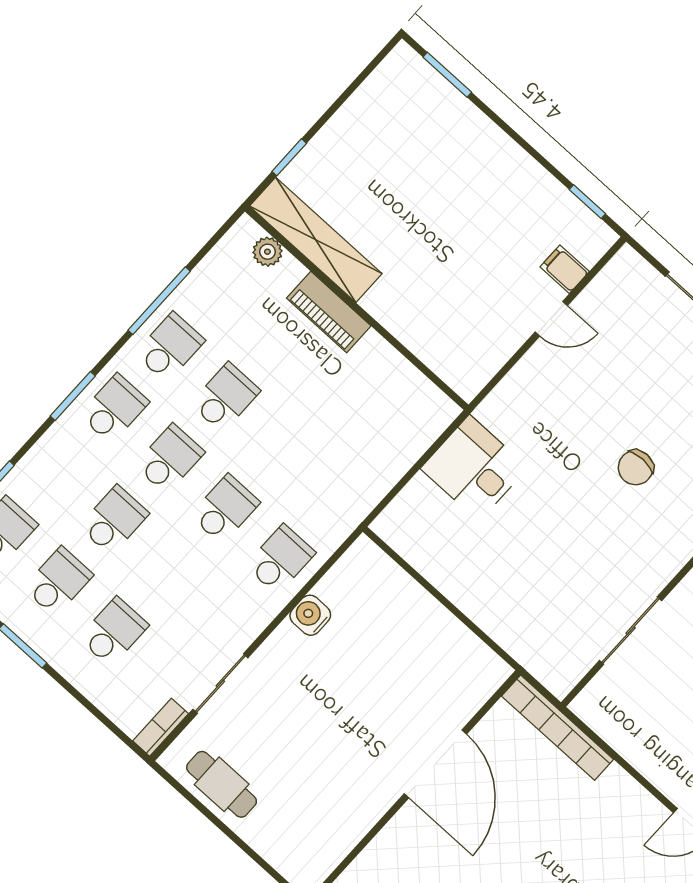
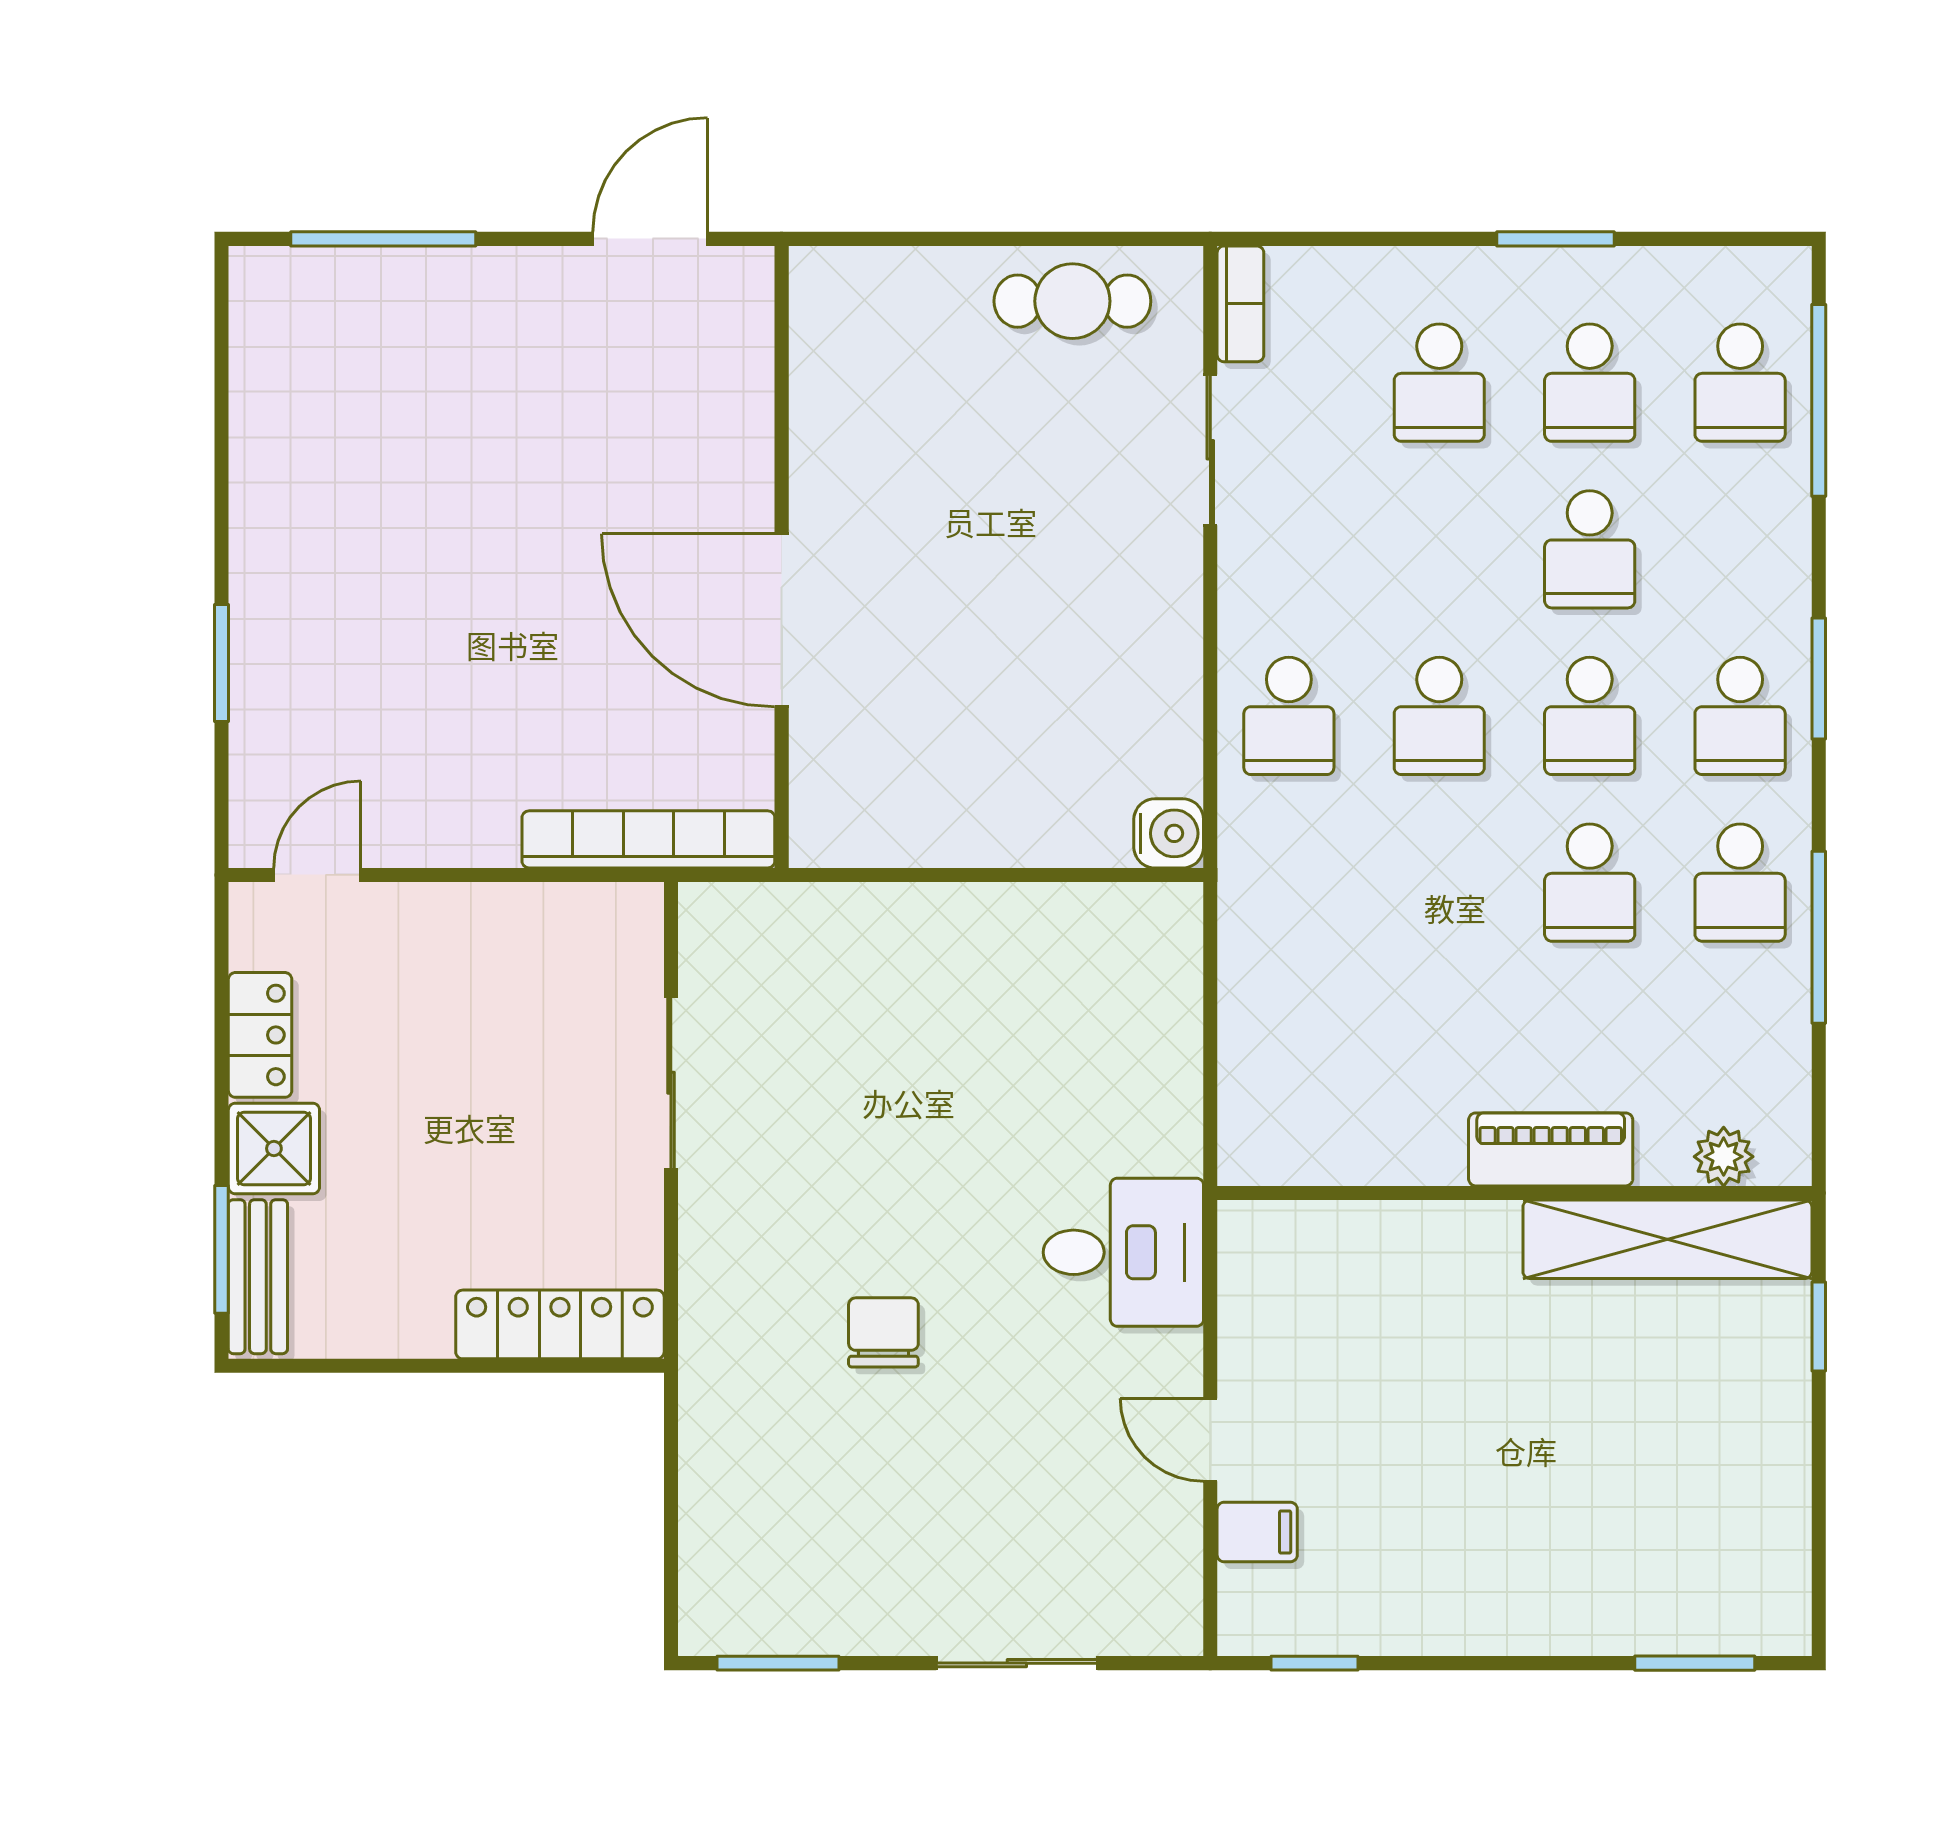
door: (551, 319) -> (1210, 1440), hinge flipped
desk: (474, 468) -> (1123, 1252), moved
water cooler: (310, 615) -> (1169, 833), moved

